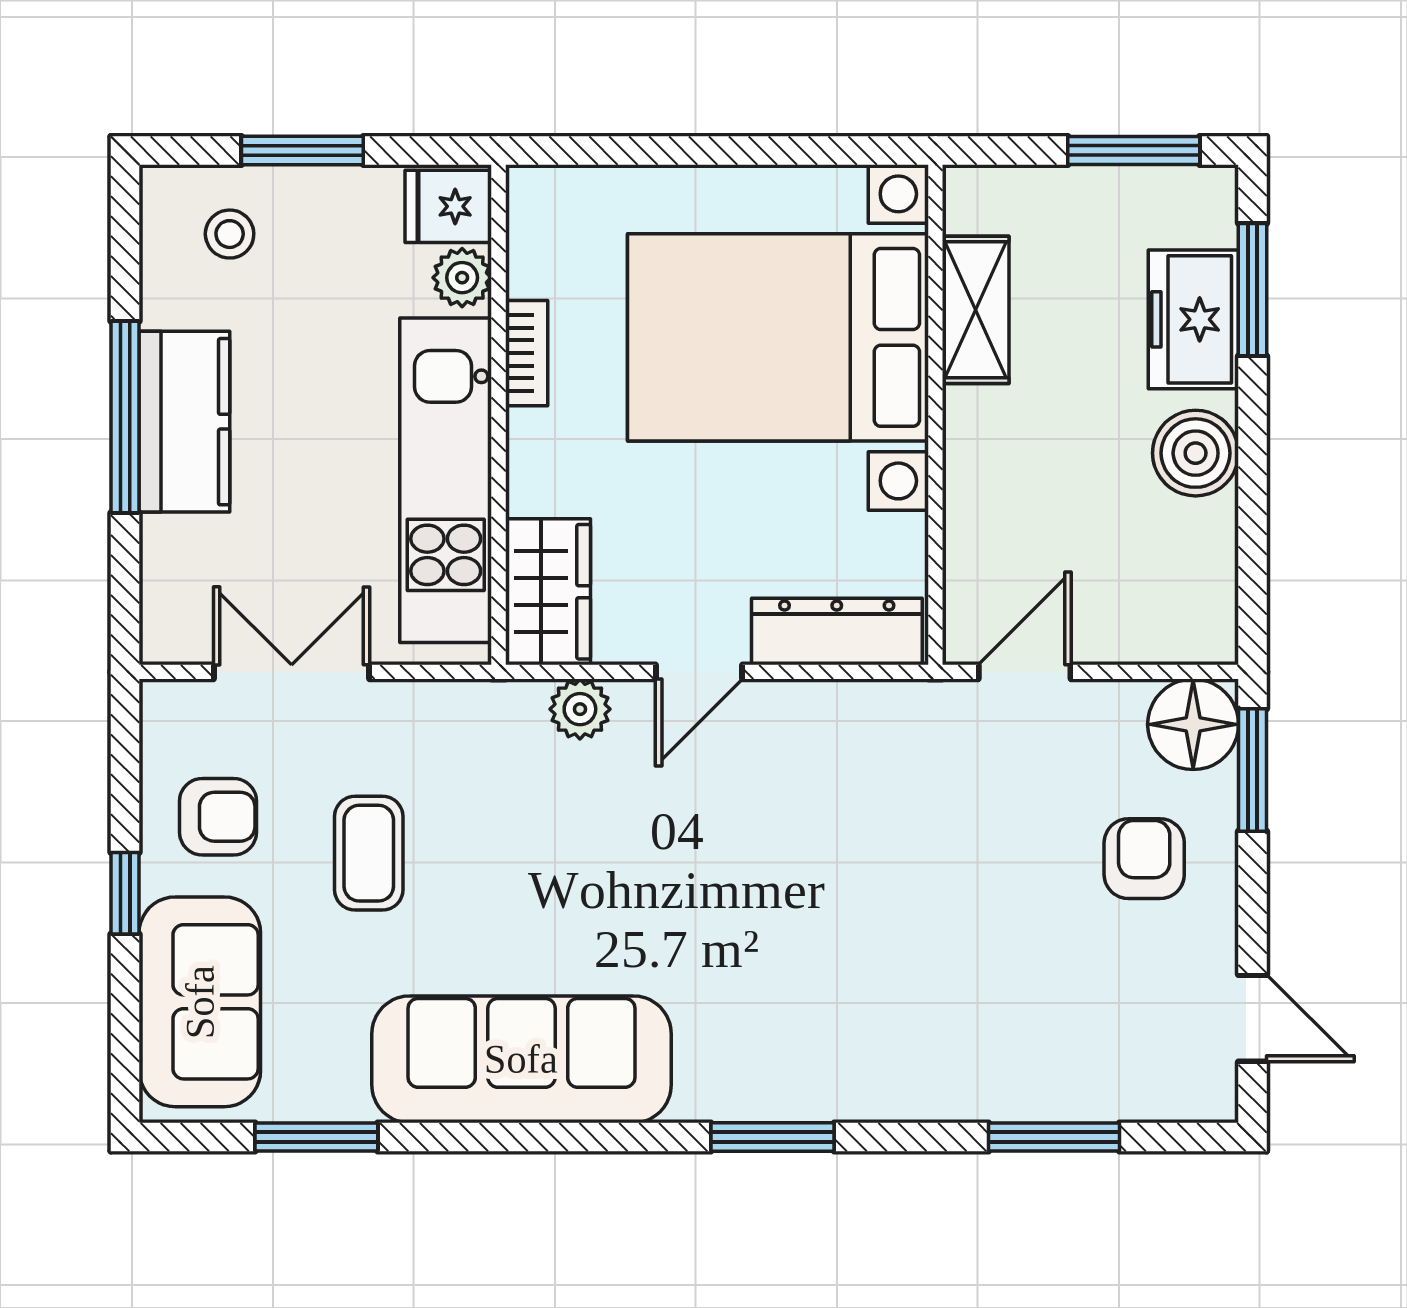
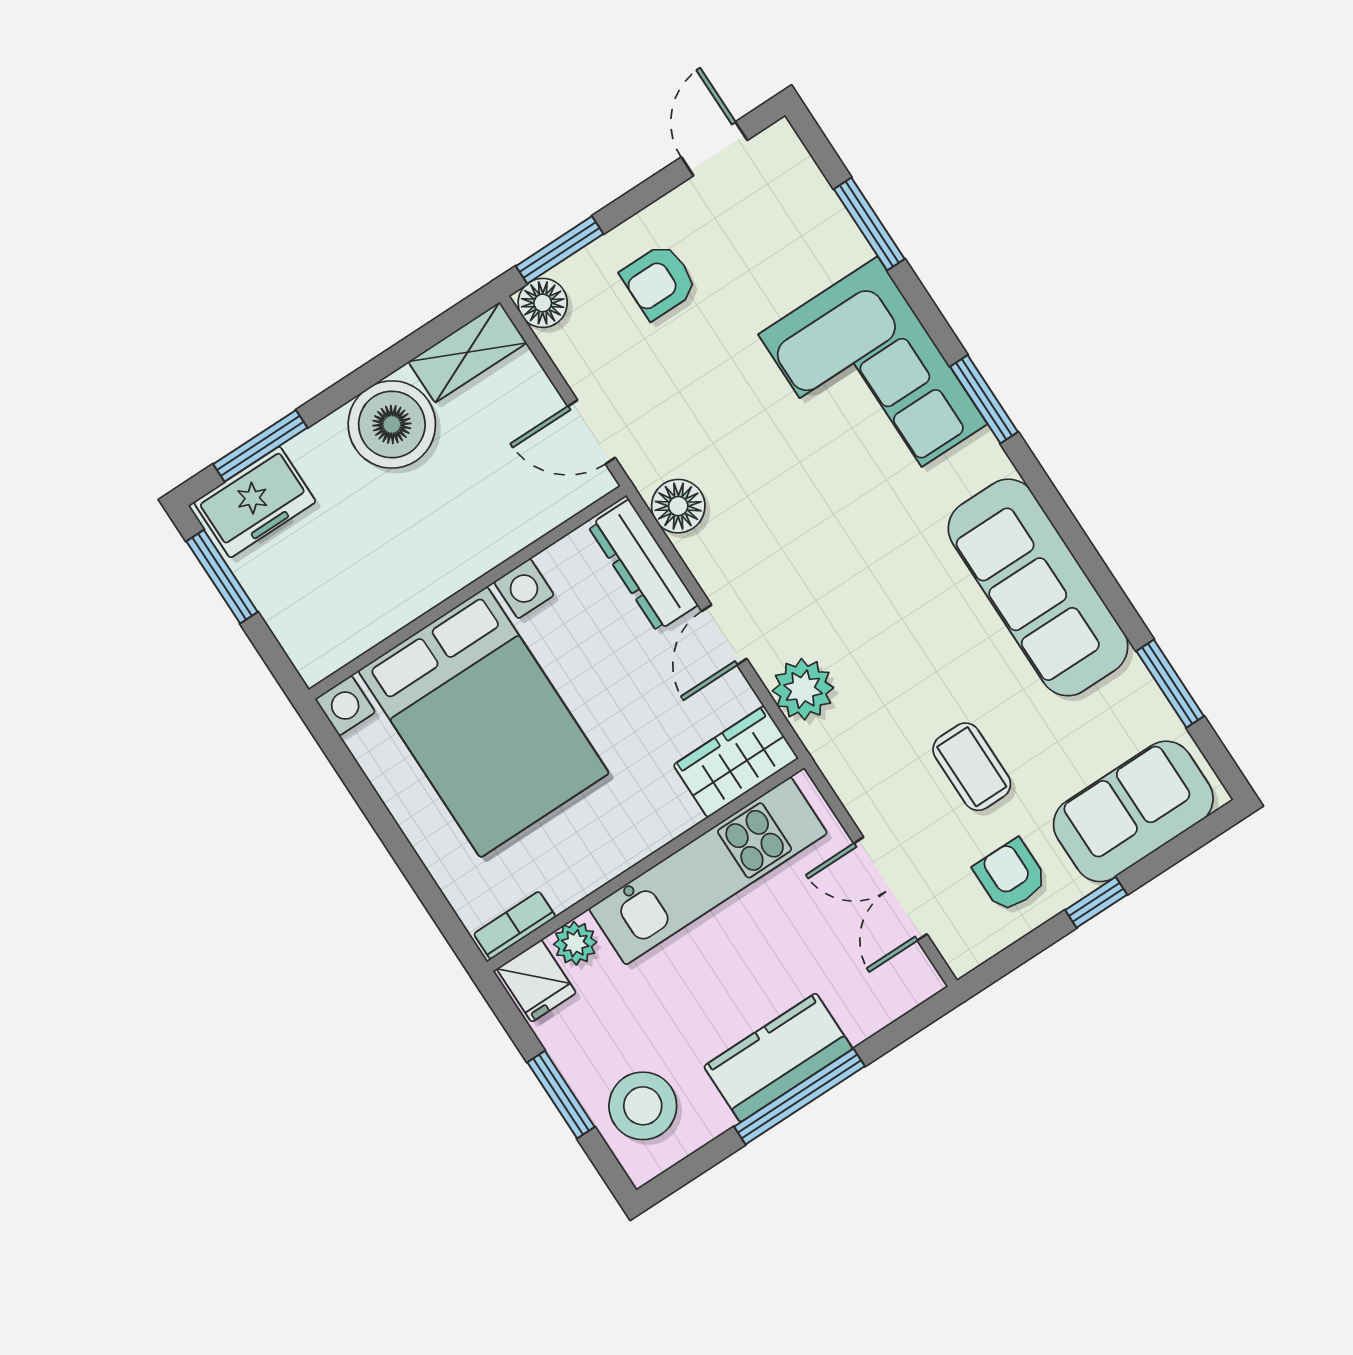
stool: (230, 234) -> (643, 1106), width x1.89, depth x1.89
shelving: (976, 310) -> (467, 352), moved
freezer: (1193, 319) -> (255, 502), moved
bookcase: (527, 353) -> (515, 925), moved
boiler: (1196, 453) -> (392, 424), width x1.37, depth x1.37
door: (699, 672) -> (724, 635), swing flipped
plant: (580, 709) -> (803, 689), width x1.38, depth x1.38
floor lamp: (878, 715) -> (678, 506), added
floor lamp: (1193, 724) -> (543, 303), width x0.73, depth x0.73
coffee table: (369, 853) -> (972, 767), turned 90
corner sofa: (877, 1027) -> (873, 379), added

